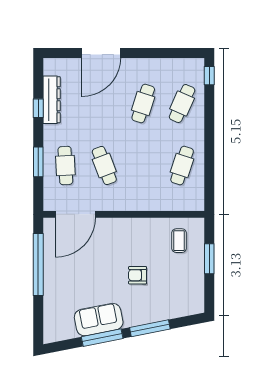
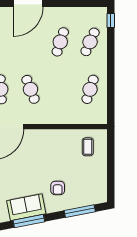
window: (209, 259) -> (111, 161), removed
armchair: (138, 275) -> (58, 188), moved, turned -90
window: (150, 328) -> (80, 211), moved

